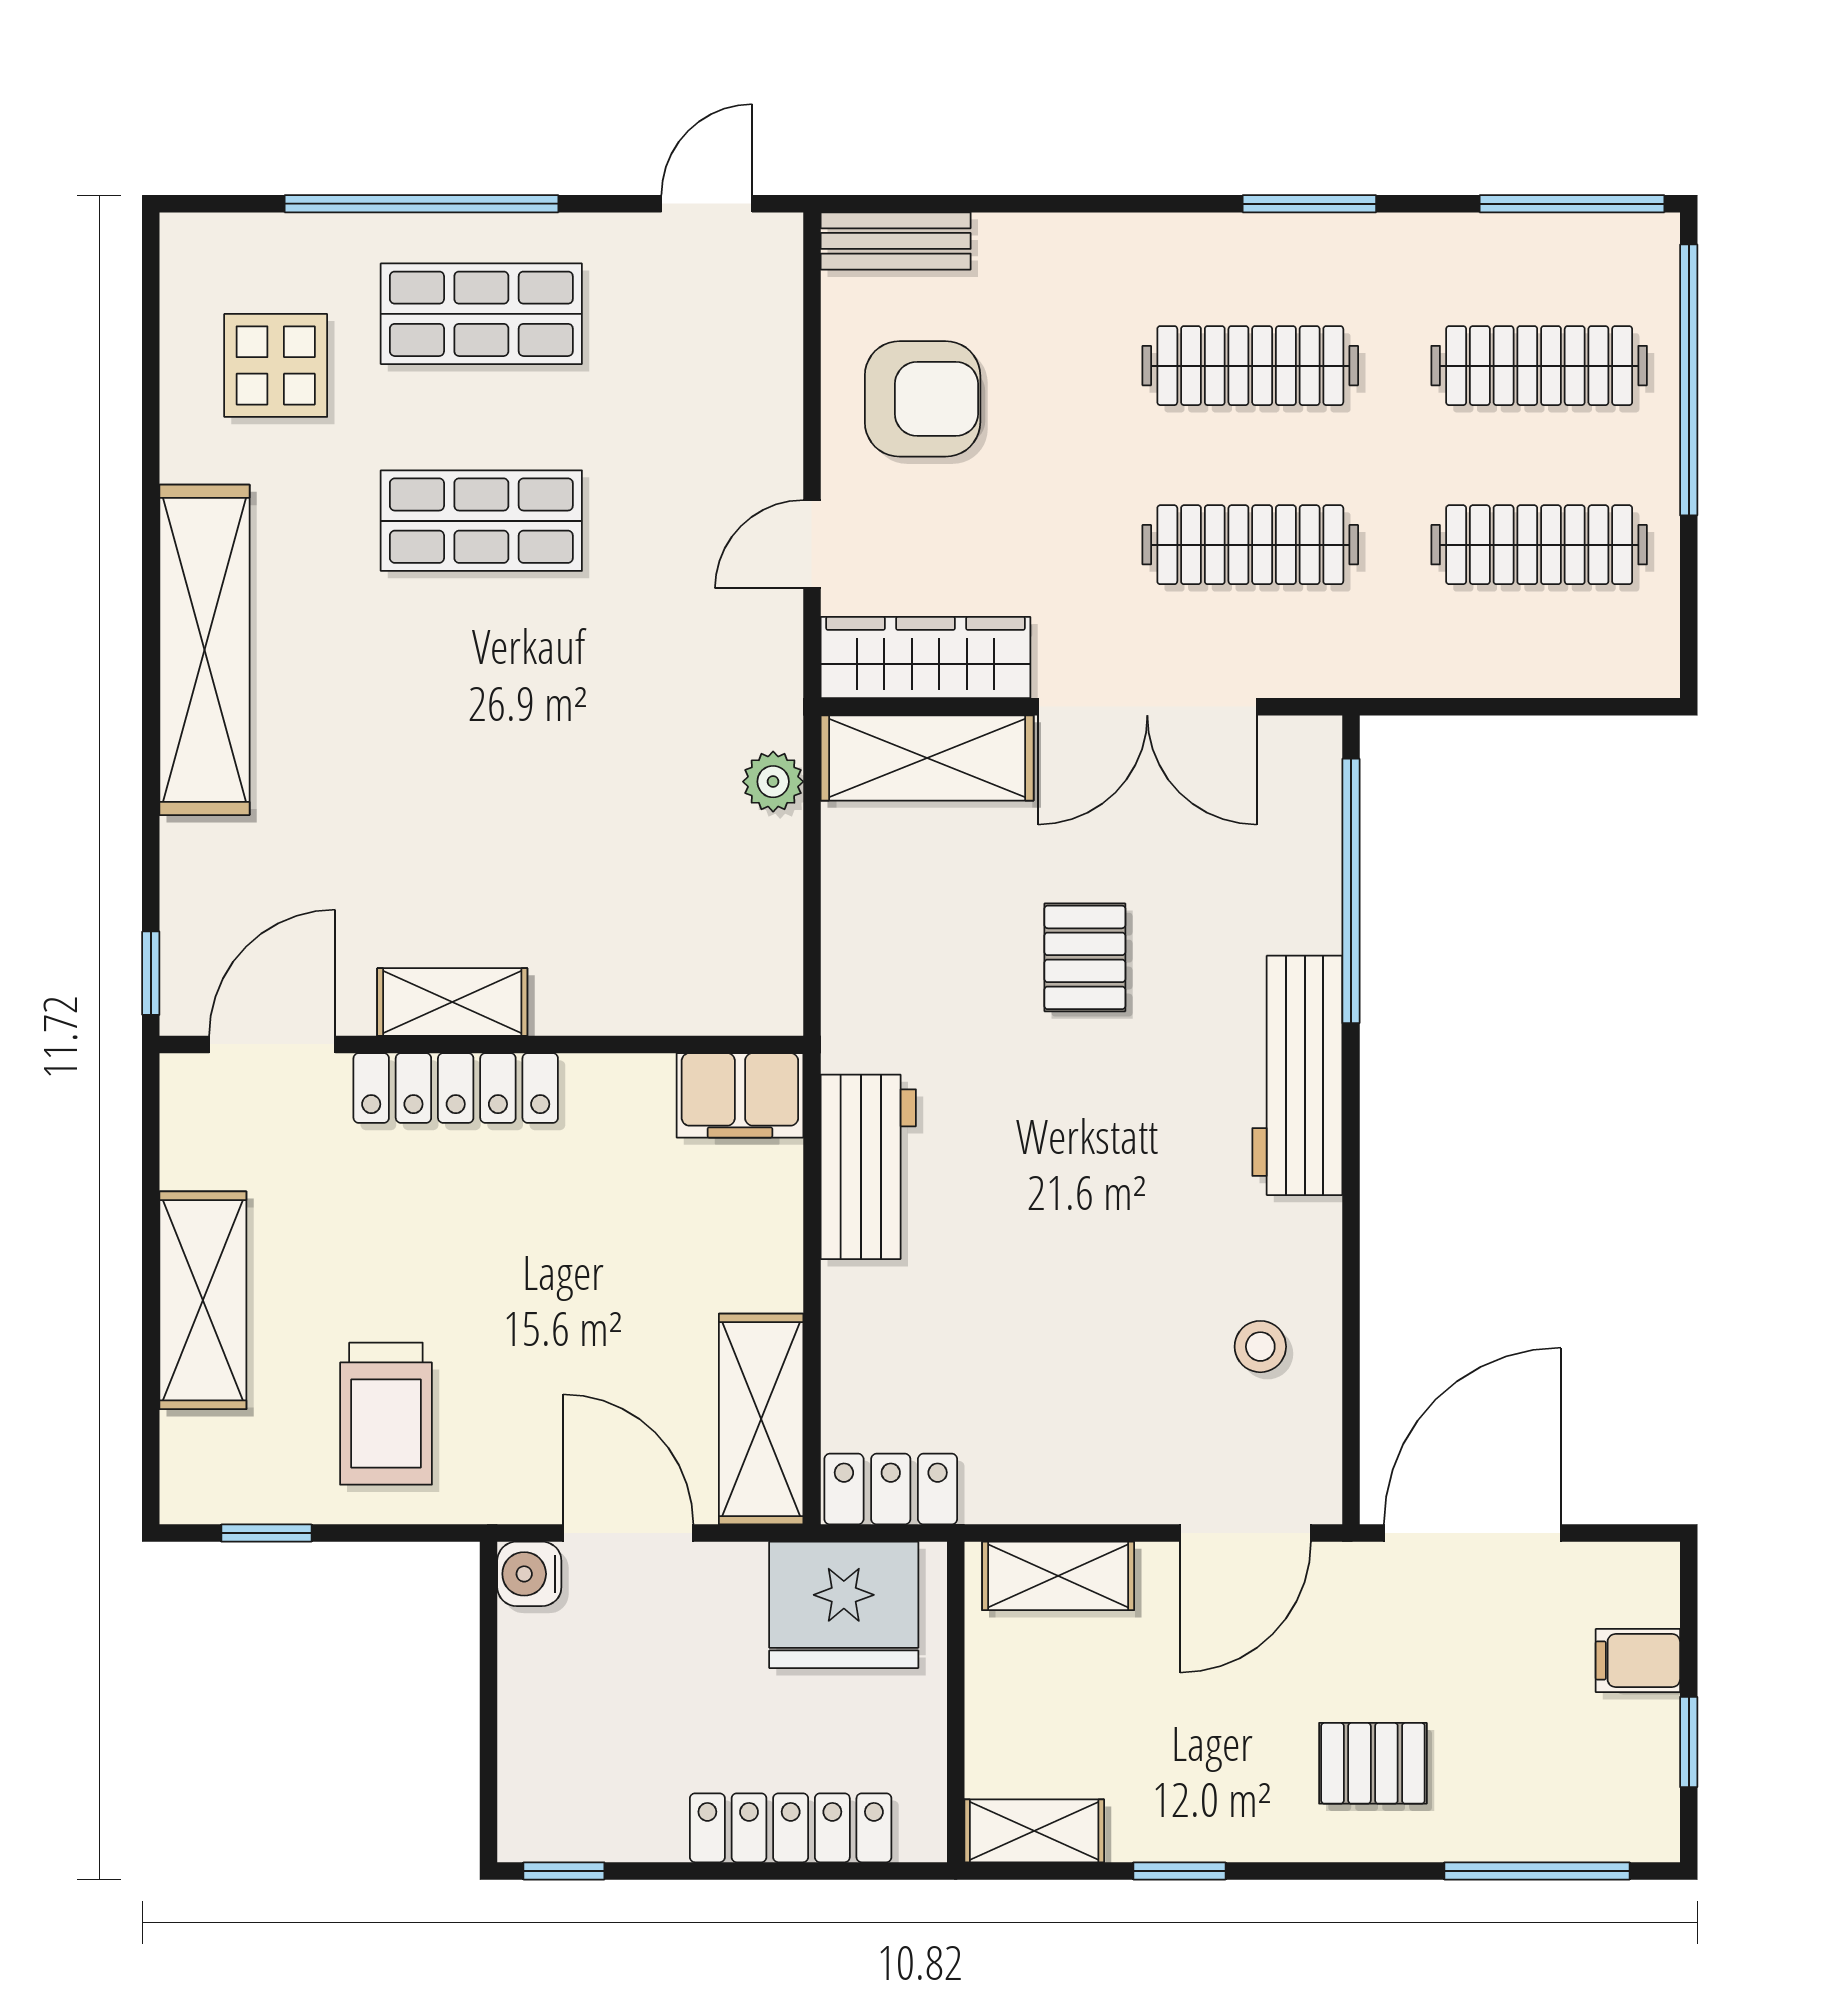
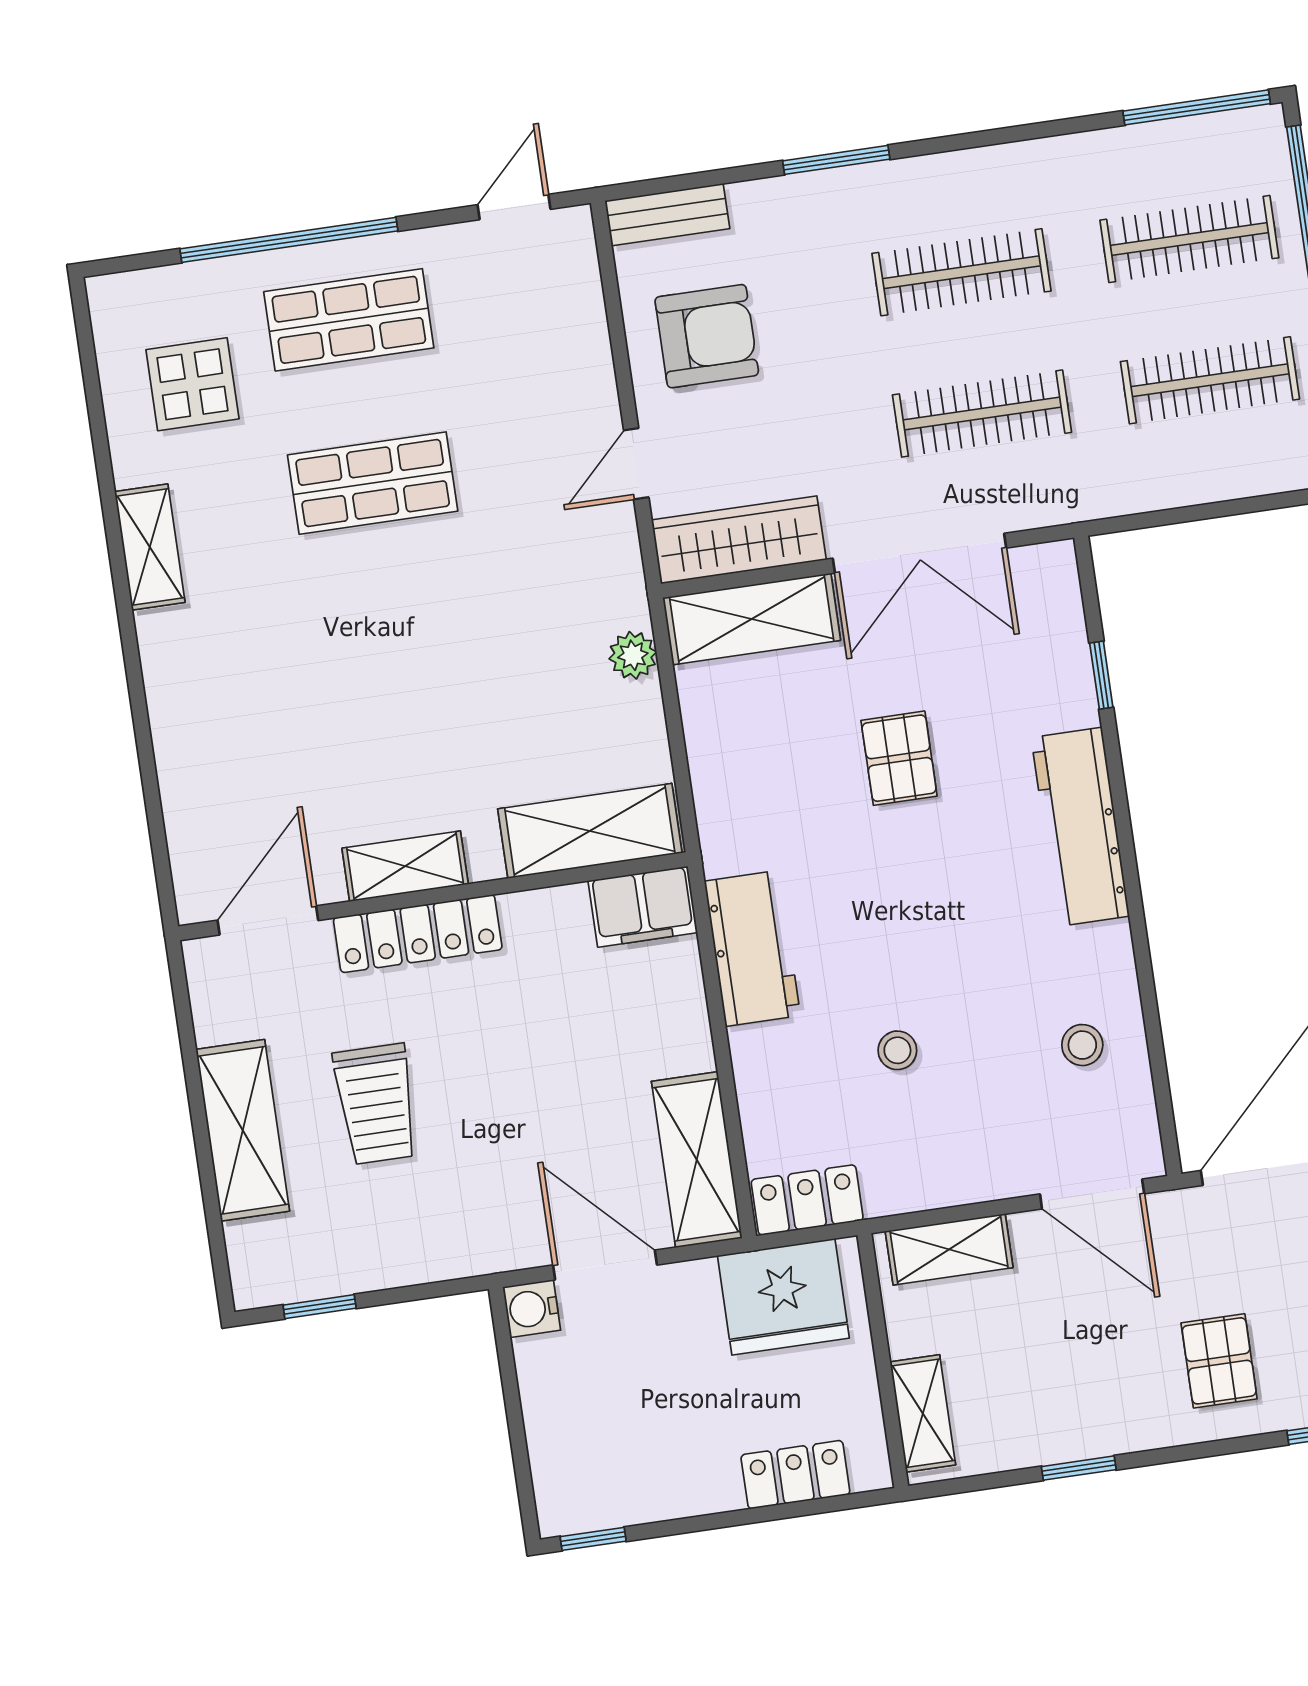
window: (1309, 204) -> (836, 160), moved
shelving: (204, 650) -> (150, 547), width x0.45, depth x0.75
window: (1351, 891) -> (1101, 675), width x0.32
window: (151, 973) -> (164, 878), removed
shelving: (688, 992) -> (590, 831), added
stool: (1030, 1320) -> (897, 1050), added
trolley: (386, 1414) -> (376, 1104), moved
door: (1246, 1533) -> (1092, 1194), hinge flipped
pallet: (1373, 1763) -> (1219, 1361), turned 90
locker: (791, 1828) -> (795, 1475), width x0.66
shelving: (1034, 1831) -> (923, 1413), moved, turned 90

